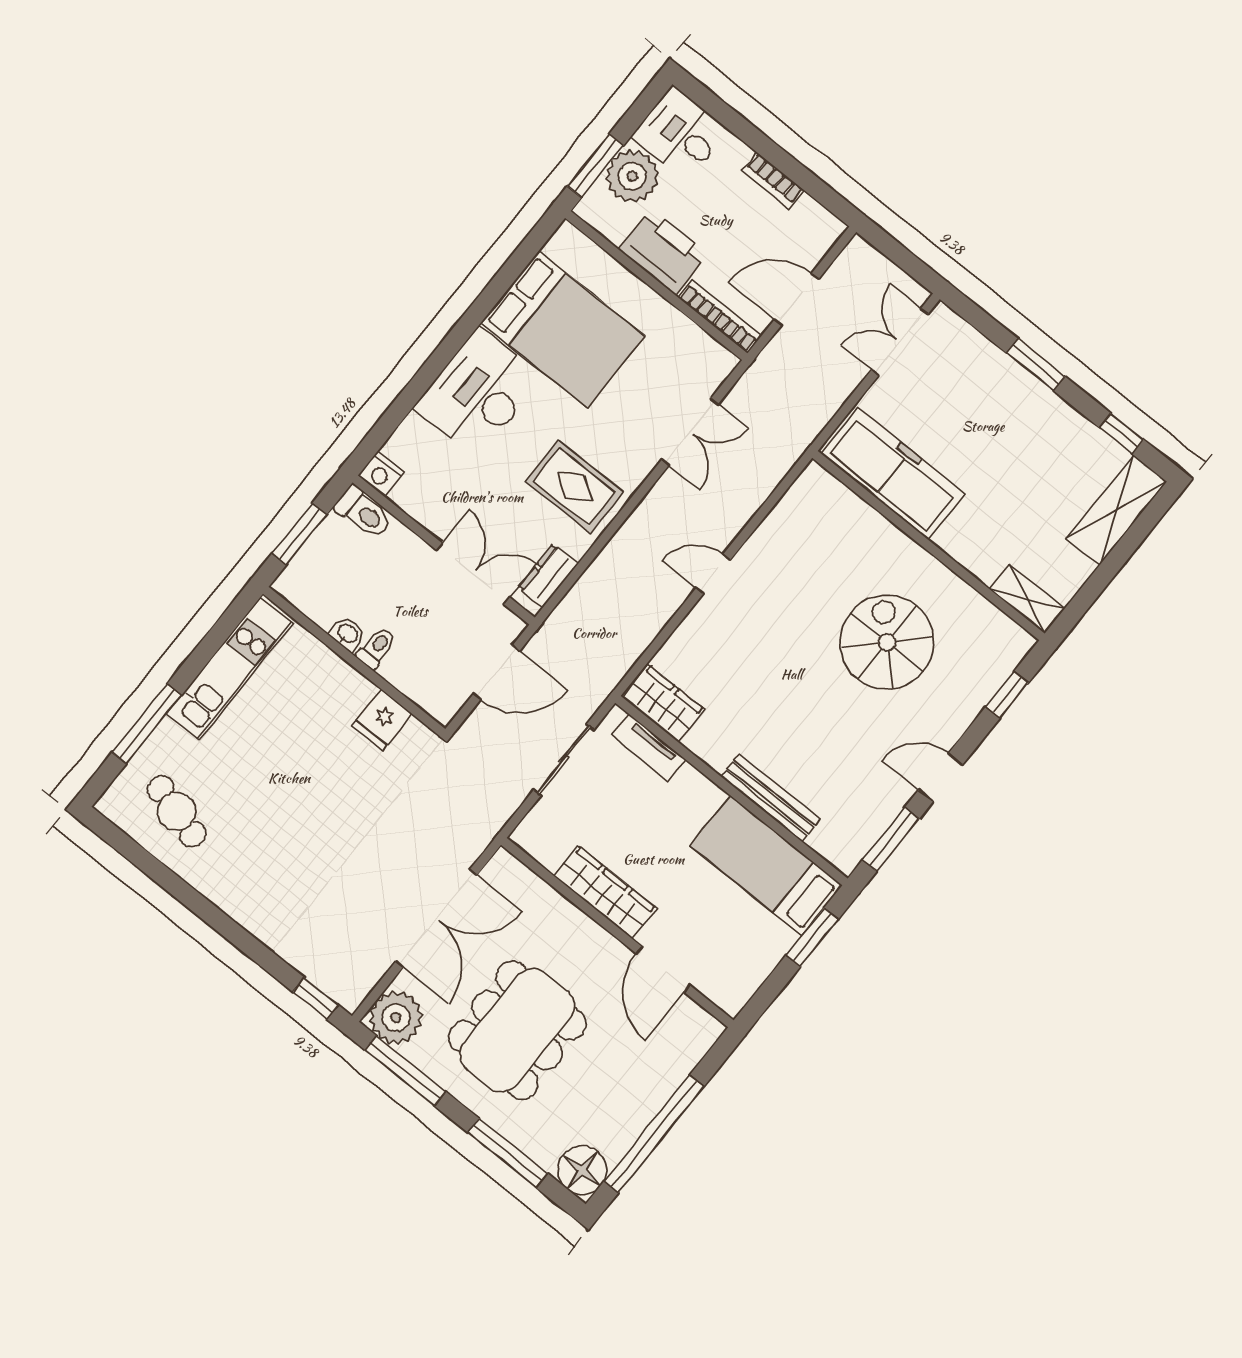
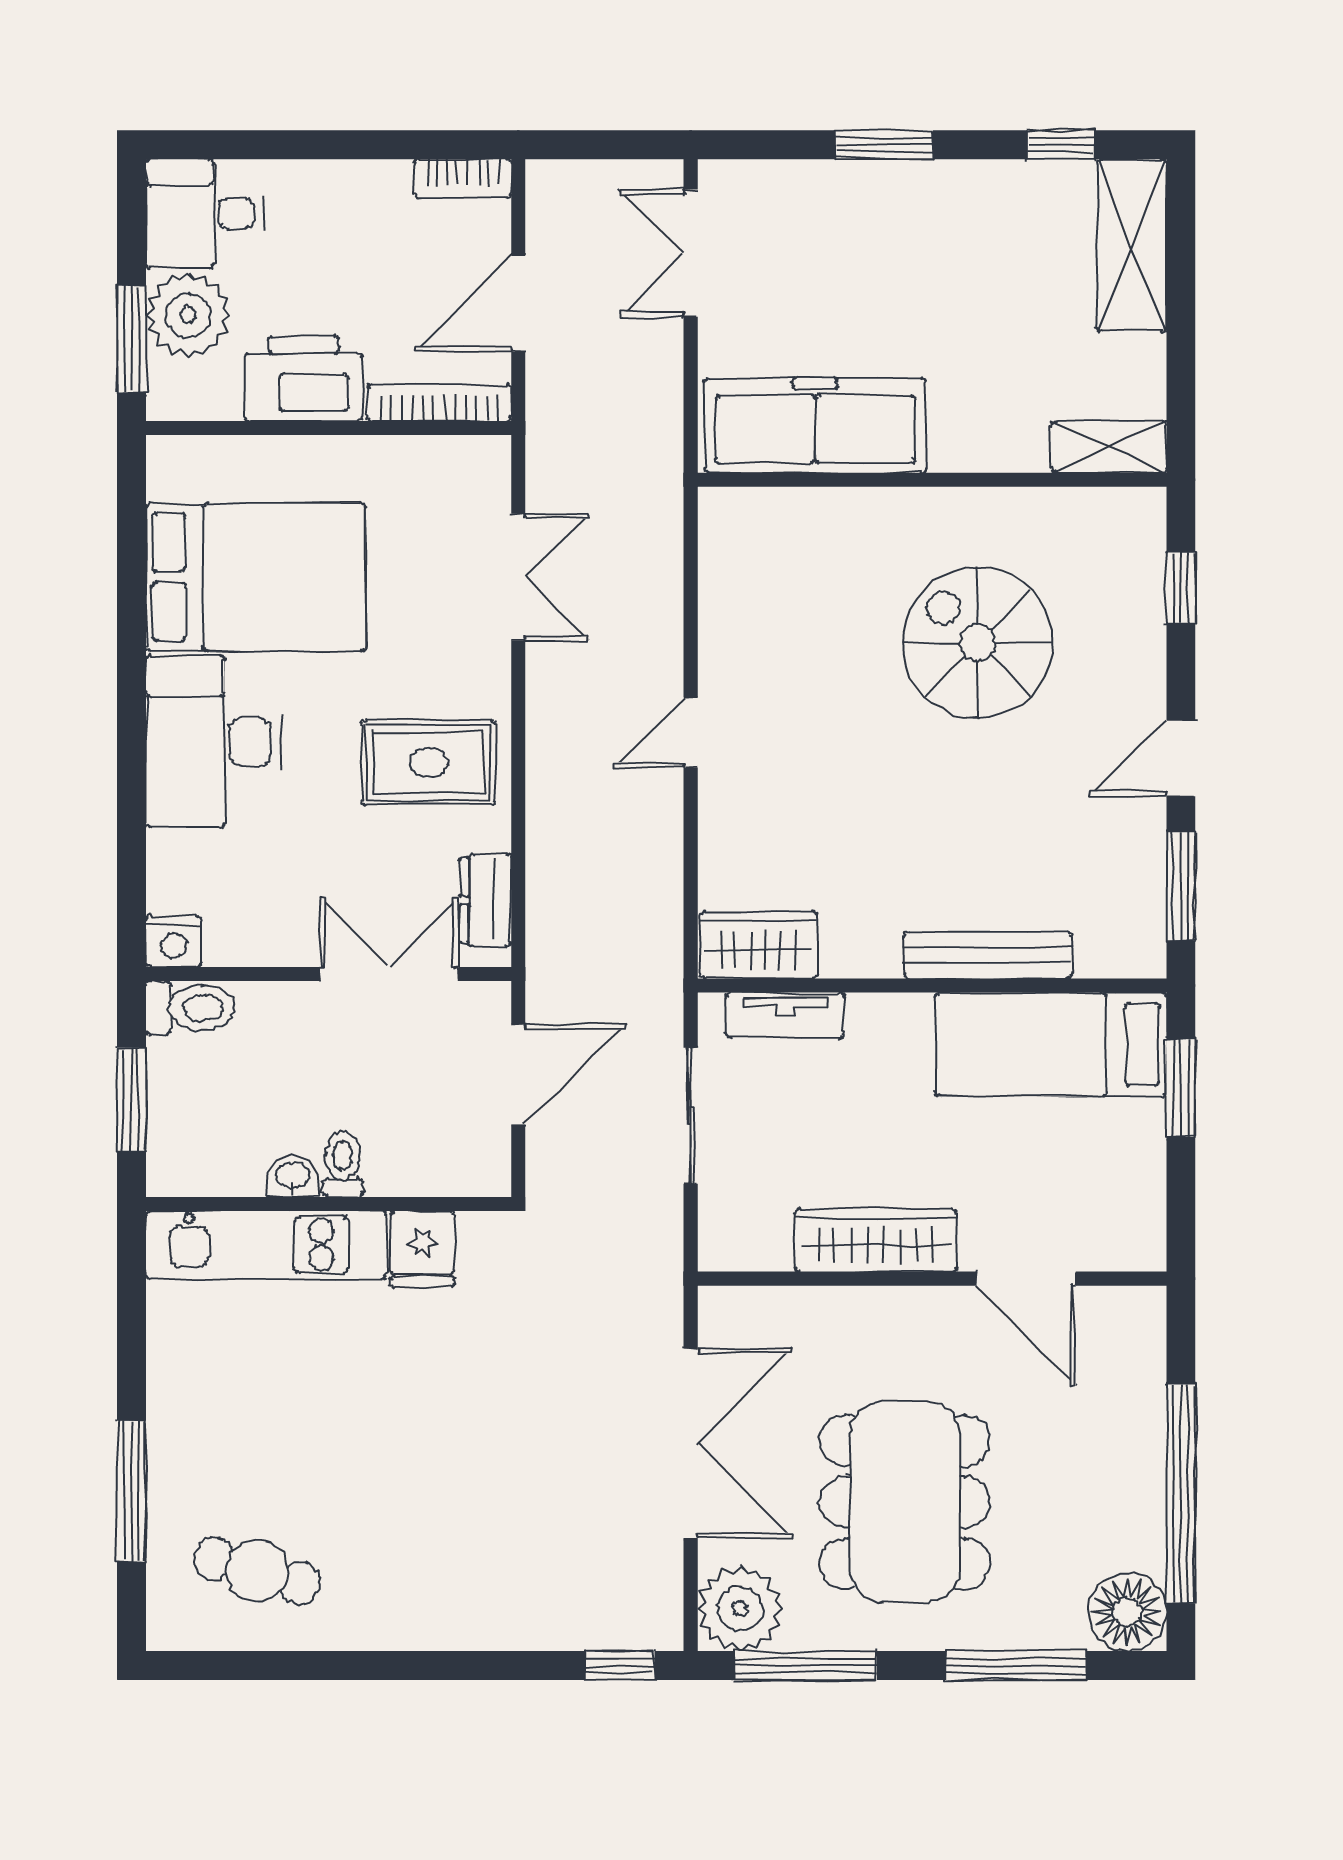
bookcase: (773, 180) -> (463, 178), moved
kitchen unit: (230, 668) -> (266, 1245), moved, turned 90

